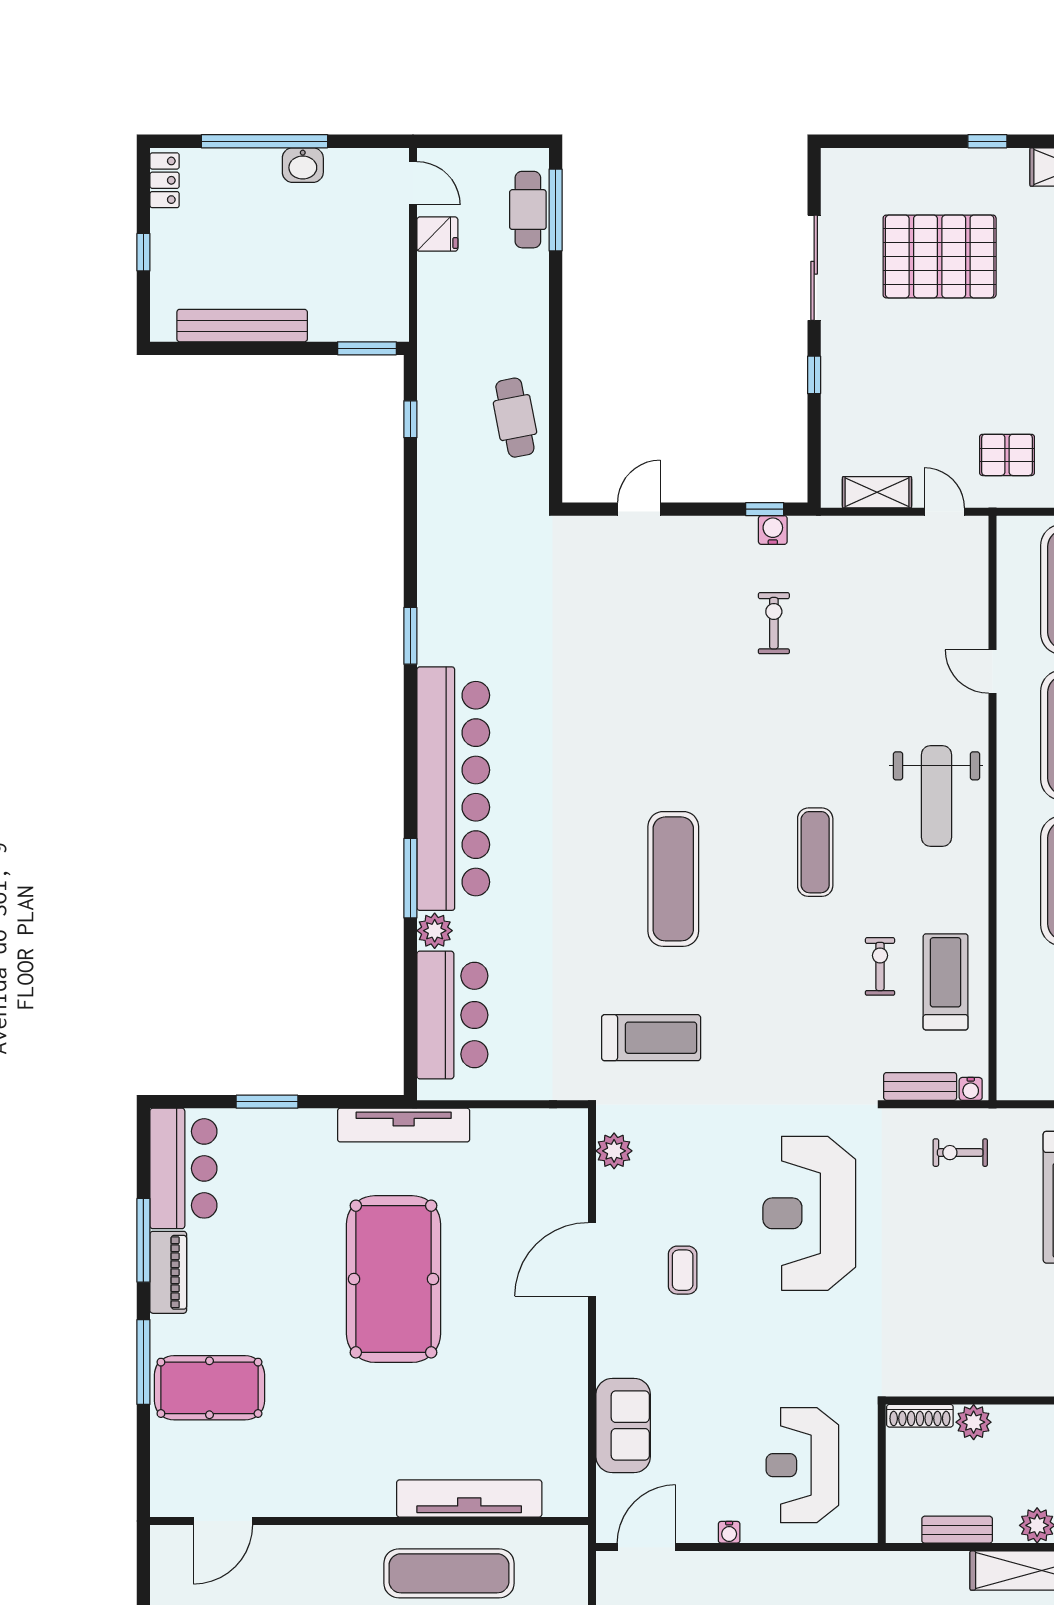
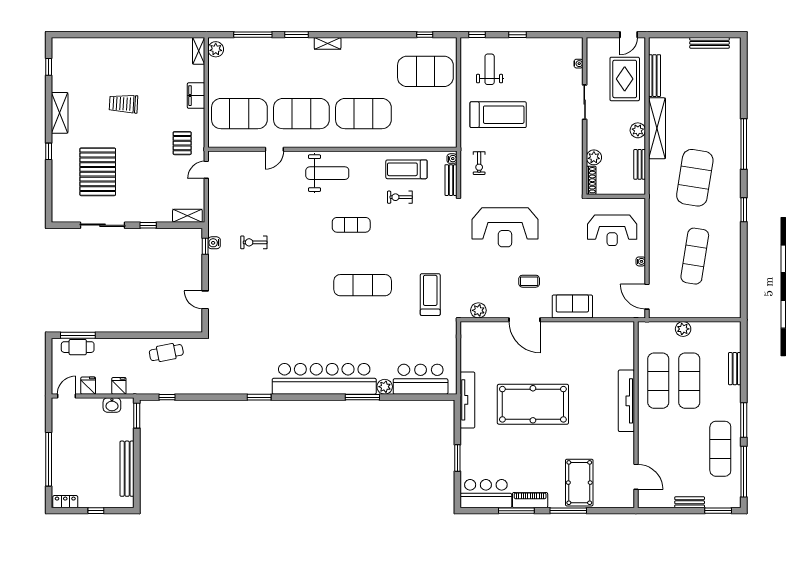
washbasin: (303, 165) -> (112, 405), moved, turned 90
fridge: (437, 306) -> (119, 386), added
shelving: (877, 492) -> (187, 216), moved, turned 90
sofa: (623, 1425) -> (572, 306), moved
tv unit: (469, 1498) -> (626, 401), moved

